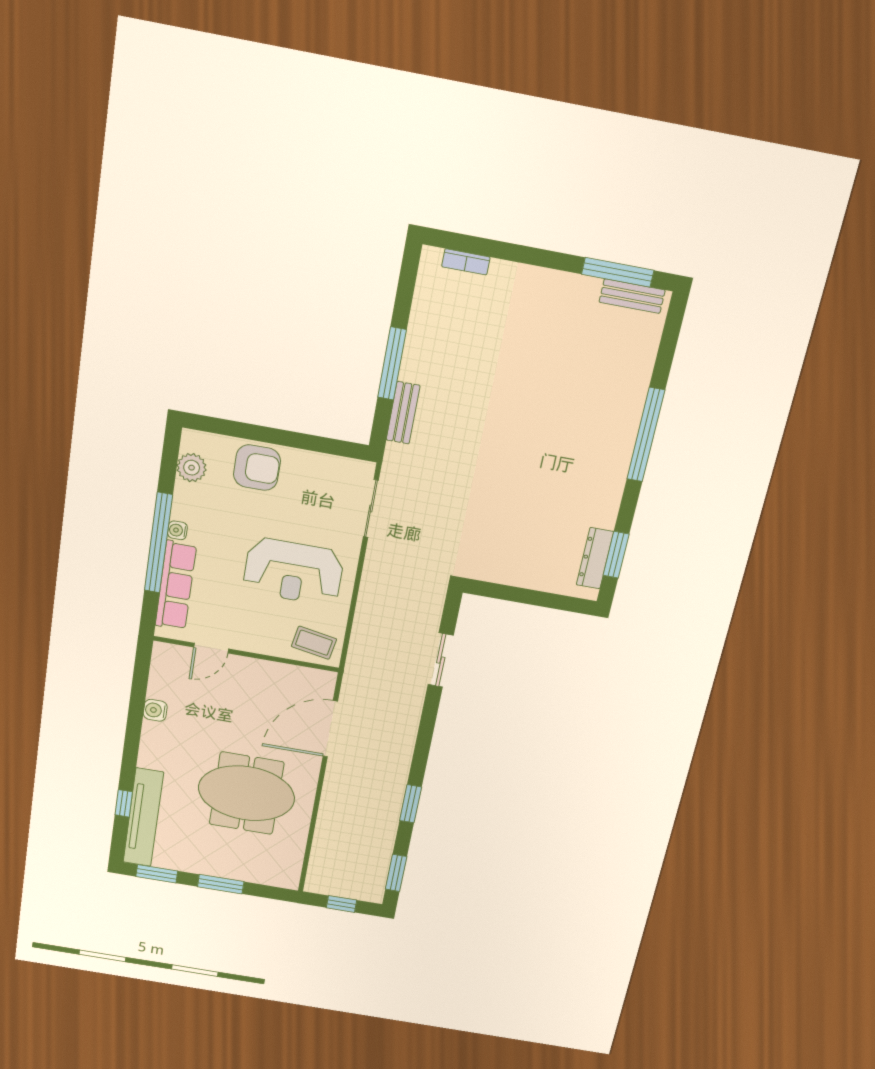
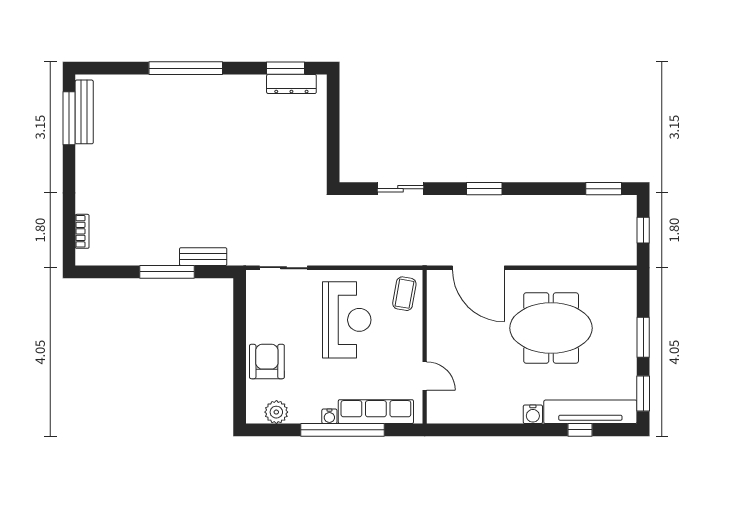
bench: (632, 296) -> (84, 112), width x1.36
water cooler: (155, 710) -> (533, 414), moved
meeting table: (247, 793) -> (551, 328), turned 90
window: (411, 804) -> (484, 189), moved

